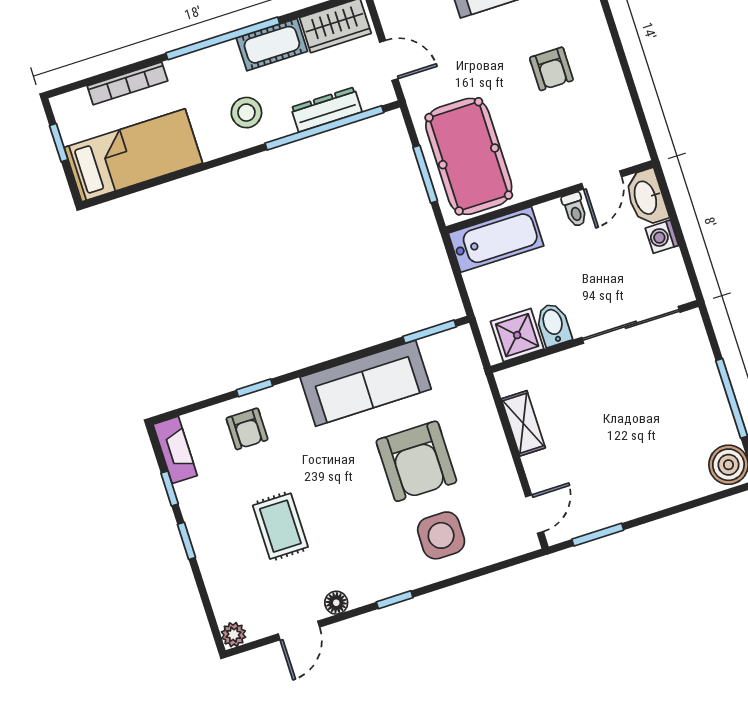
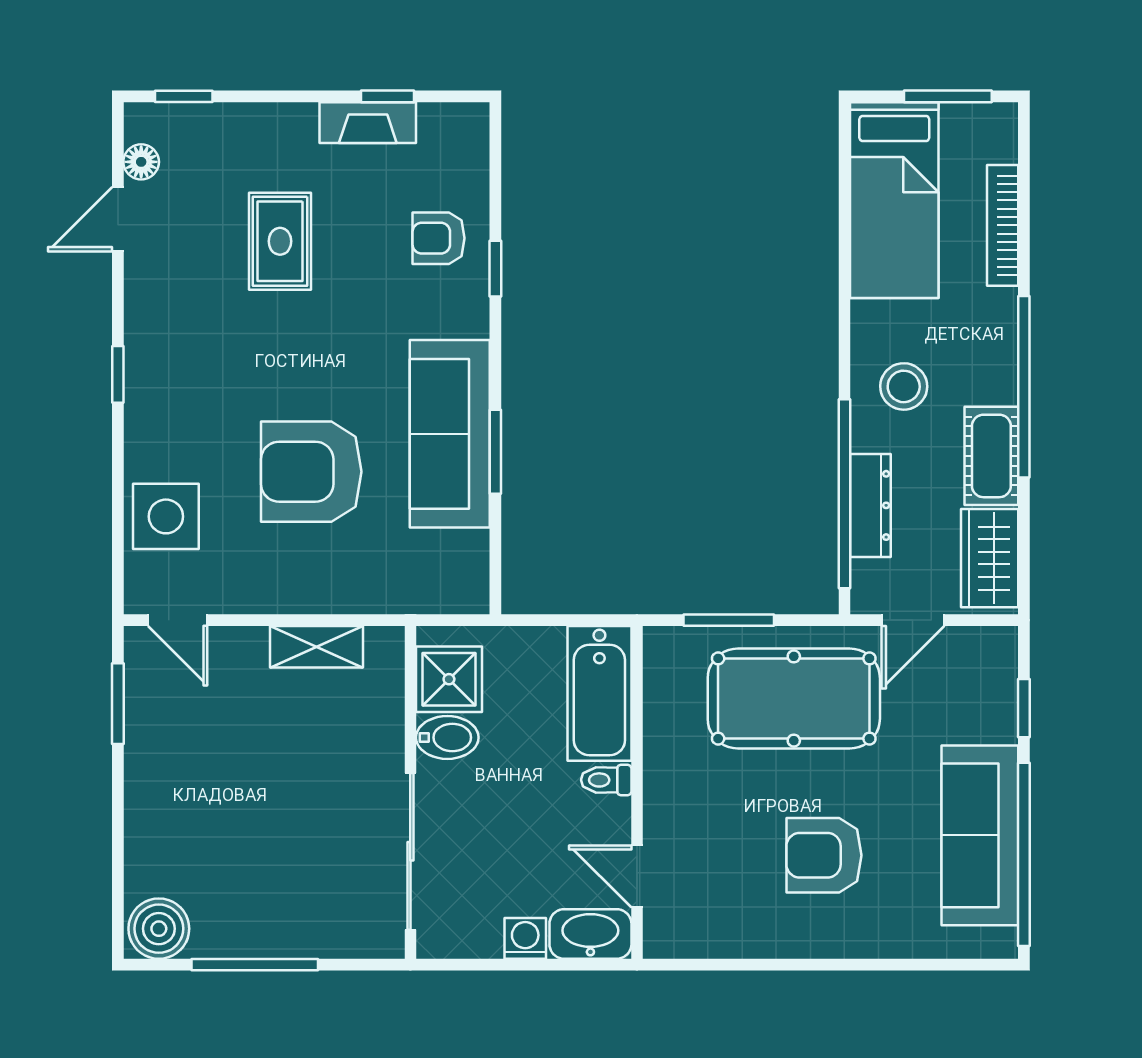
armchair: (551, 69) -> (824, 855), width x1.38, depth x1.38
window: (59, 143) -> (948, 96), width x1.50
pool table: (469, 156) -> (794, 698), moved
toilet: (575, 210) -> (606, 780), moved
window: (429, 332) -> (495, 452), moved
fireplace: (175, 450) -> (368, 123), moved
rug: (280, 526) -> (280, 241), turned 90
side table: (441, 535) -> (166, 516), moved
window: (186, 541) -> (184, 96), moved
floor lamp: (336, 603) -> (141, 162), moved
door: (299, 631) -> (118, 219), hinge flipped
plant: (234, 635) -> (143, 121), removed

